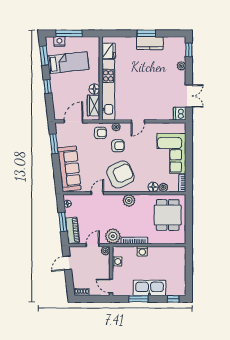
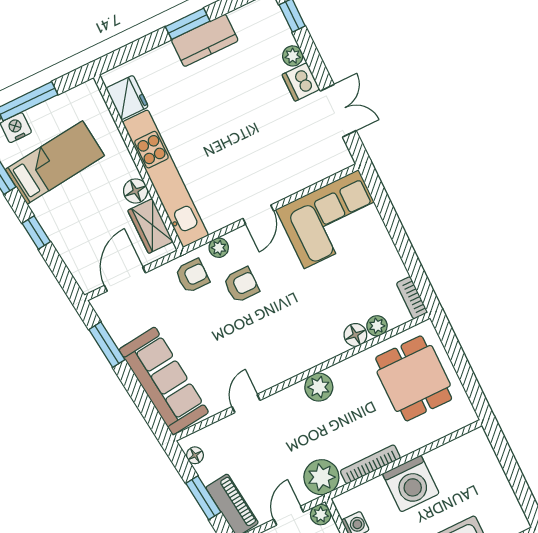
dishwasher: (180, 114) -> (301, 82), moved
corner sofa: (171, 153) -> (331, 219), moved, turned -90
armchair: (120, 174) -> (275, 342), removed
washing machine: (142, 251) -> (411, 484), width x1.89, depth x1.89

